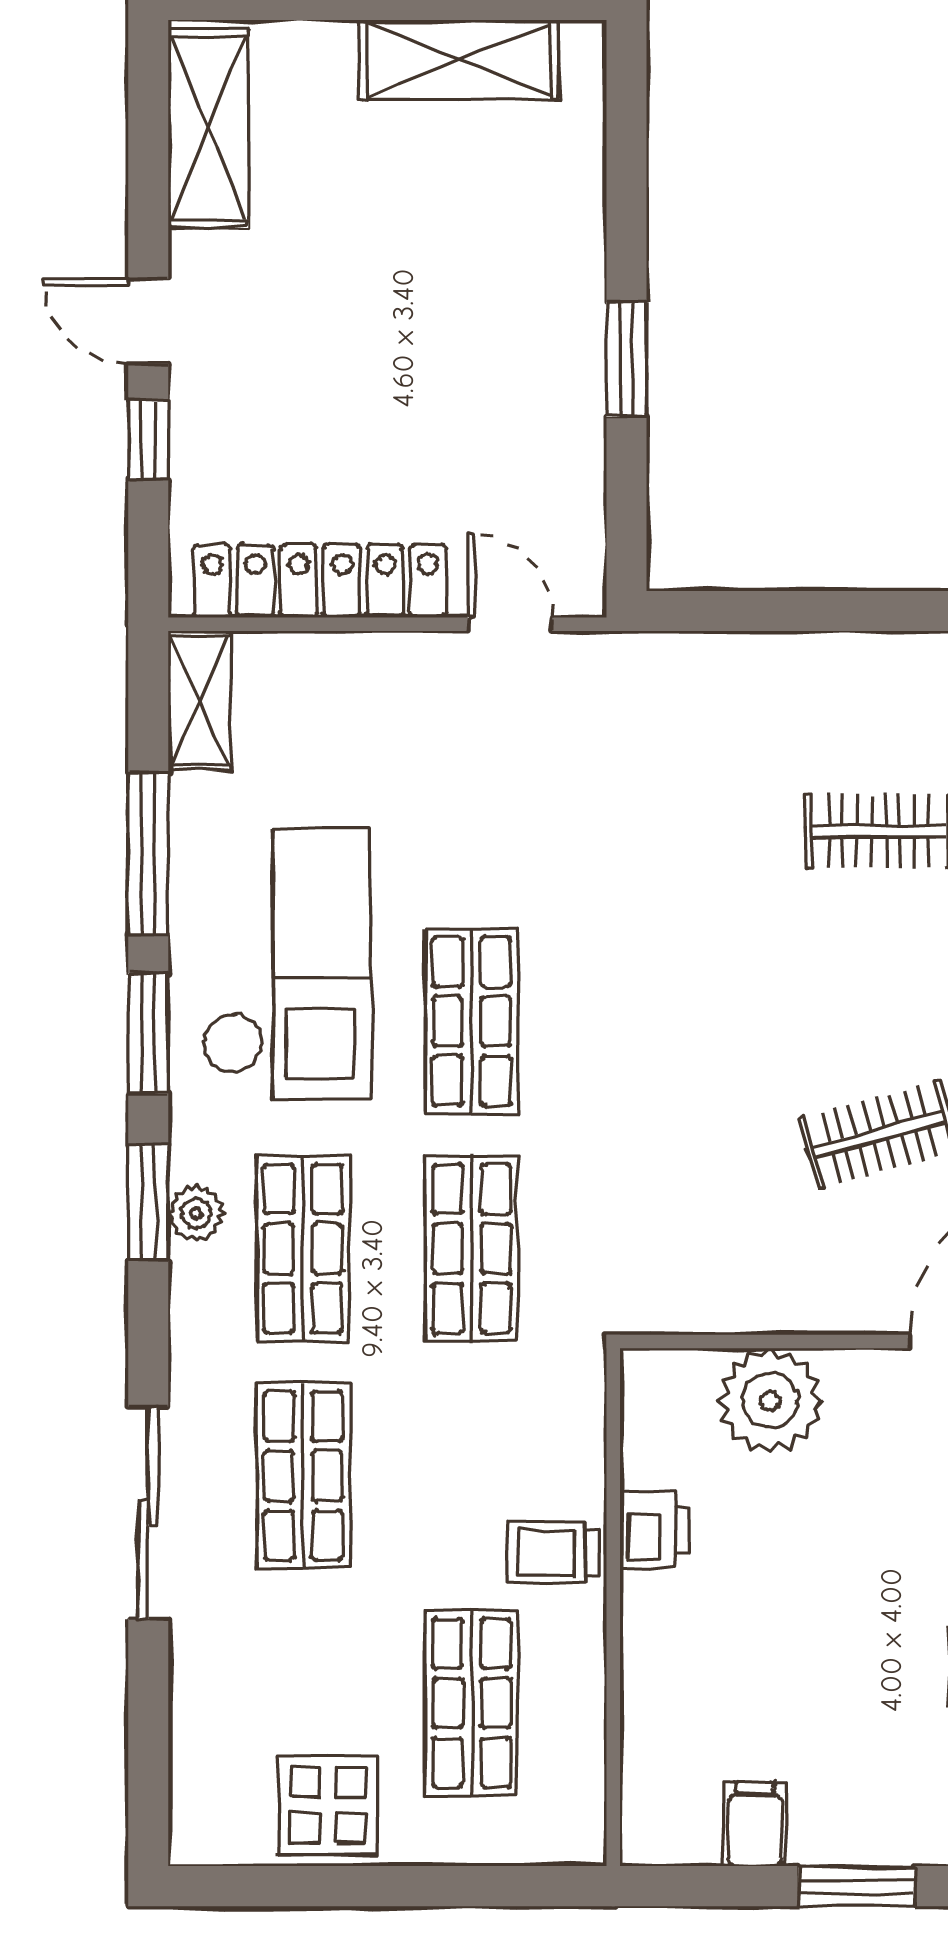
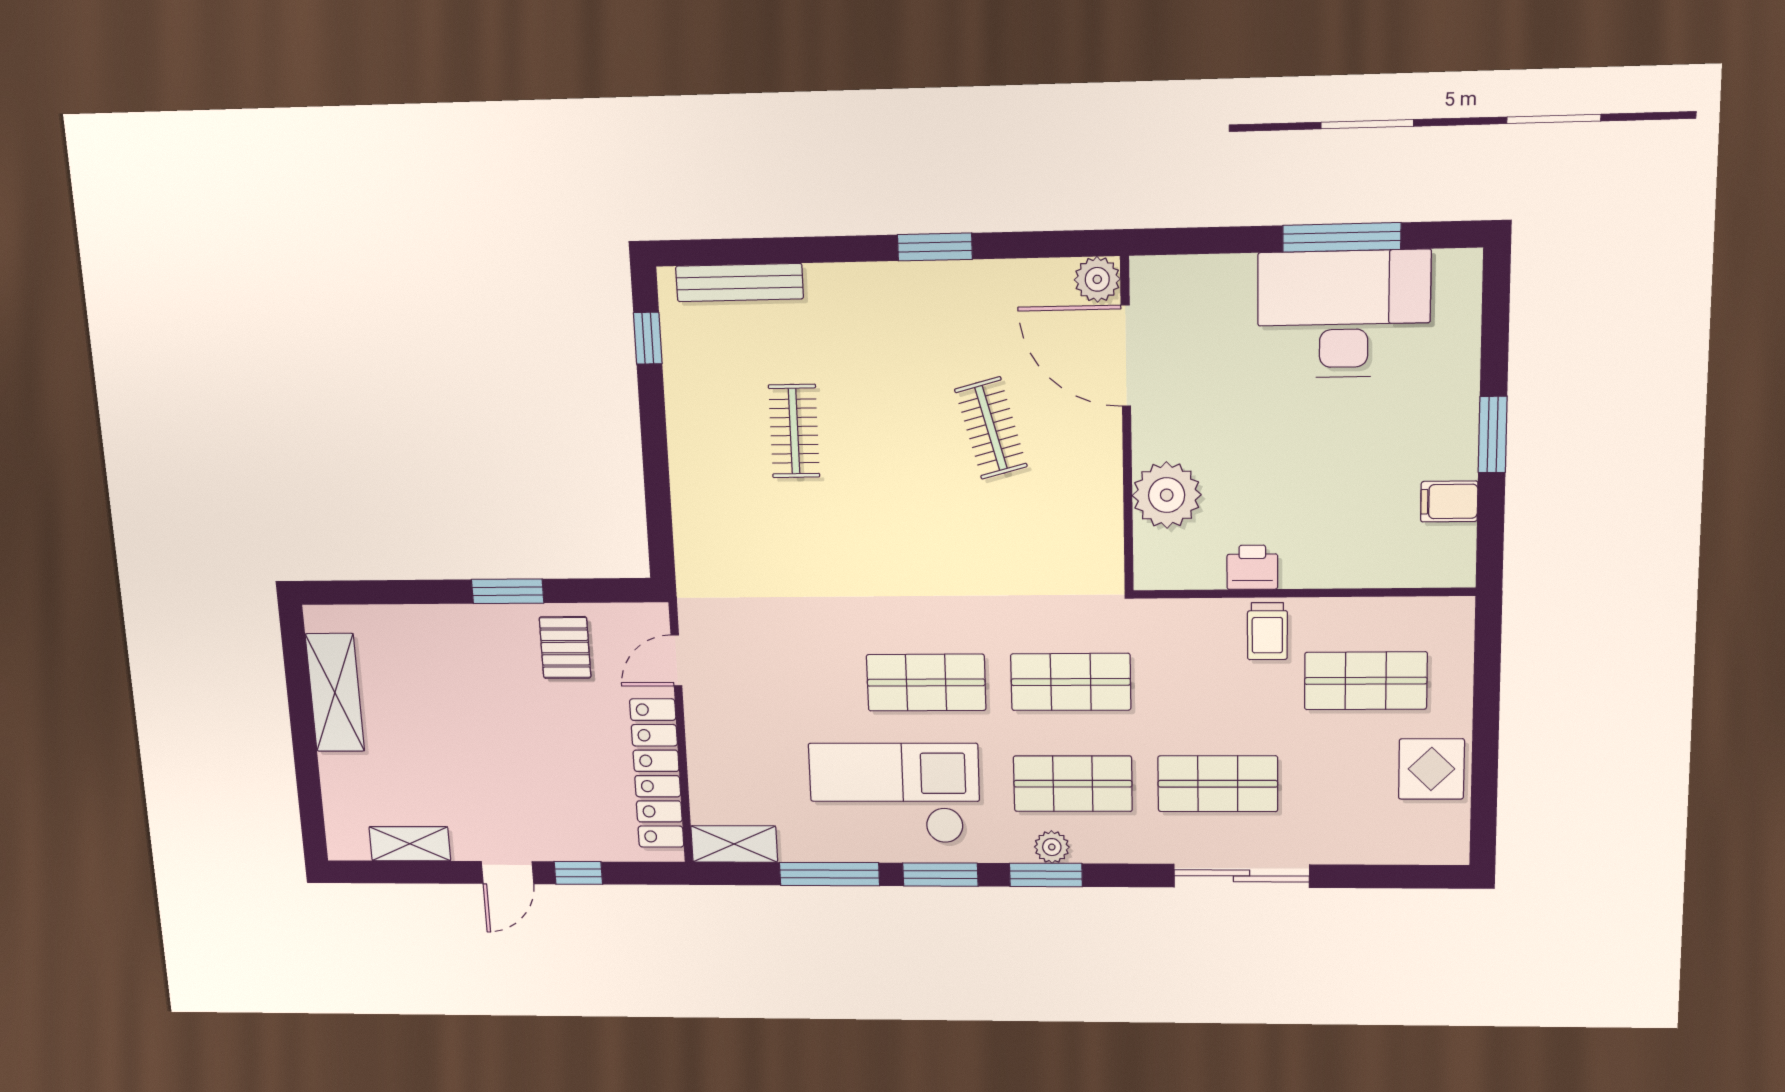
shelving: (208, 128) -> (410, 844), width x0.67, depth x0.75
pallet: (533, 446) -> (565, 648), added

